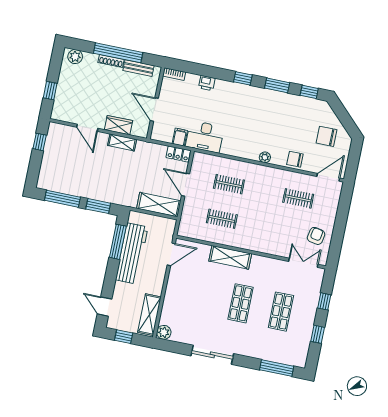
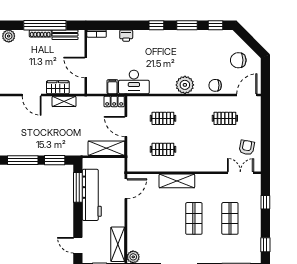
plant: (265, 157) -> (185, 85), width x1.87, depth x1.87
window: (318, 334) -> (265, 245), moved

